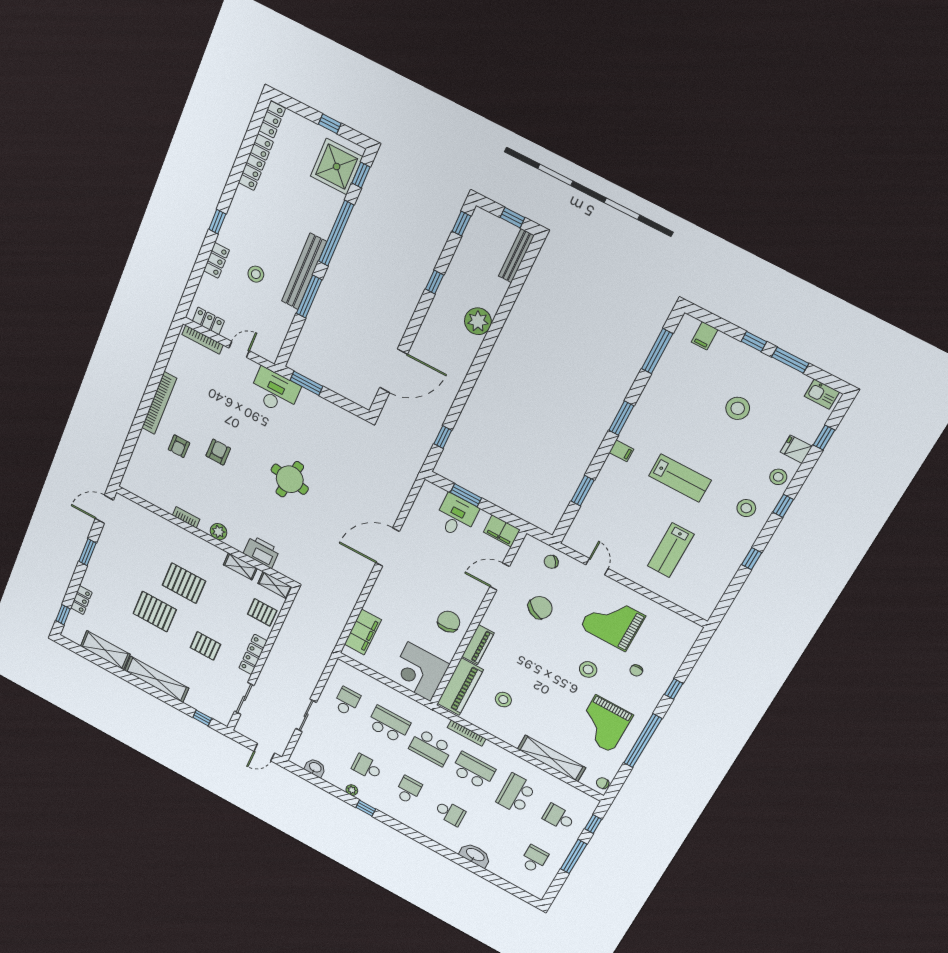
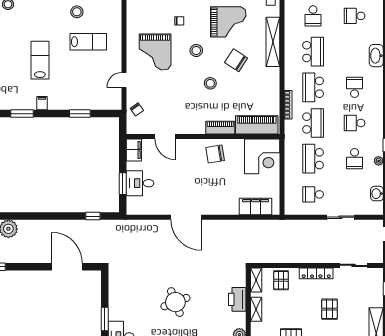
round table: (290, 479) -> (175, 302), turned -30
stool: (746, 508) -> (77, 12), moved
chair: (540, 608) -> (236, 60), moved
stool: (503, 700) -> (210, 83), moved
school desk: (516, 794) -> (313, 52), turned -90

